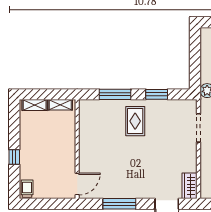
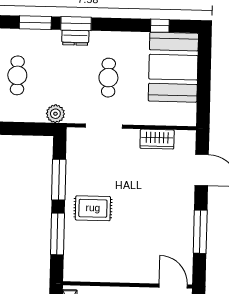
window: (157, 94) -> (59, 180), width x1.44
wardrobe: (190, 186) -> (157, 139), moved

